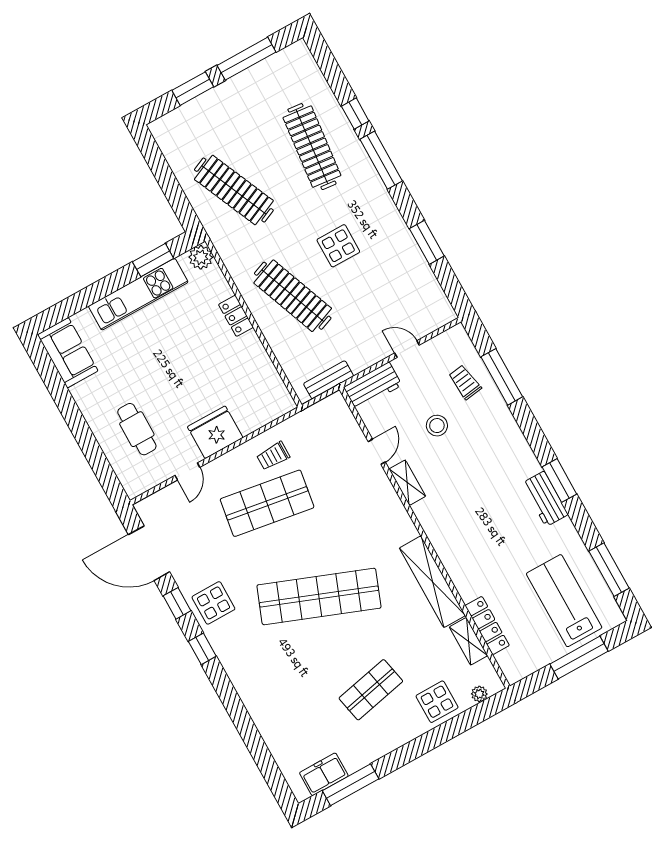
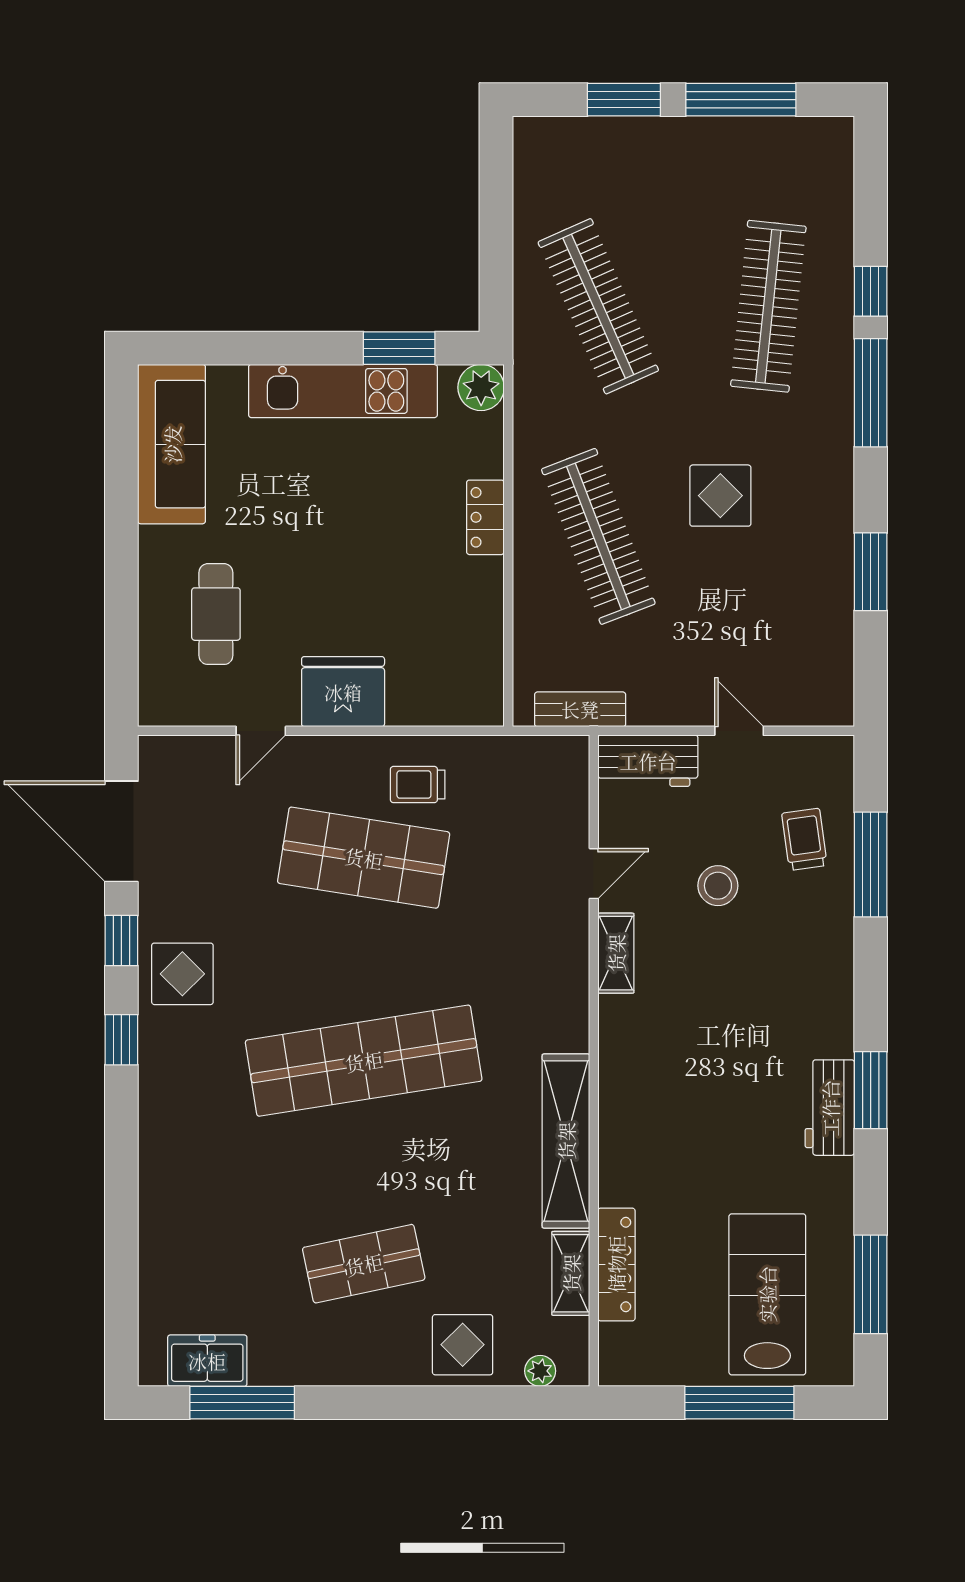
sofa: (68, 353) -> (172, 444), width x1.36
shop shelf: (319, 597) -> (364, 1061), turned -30

